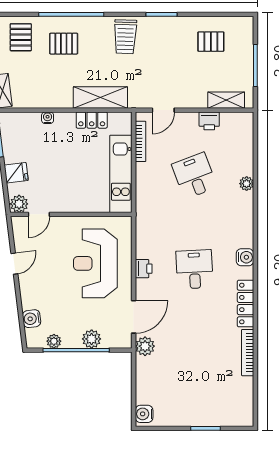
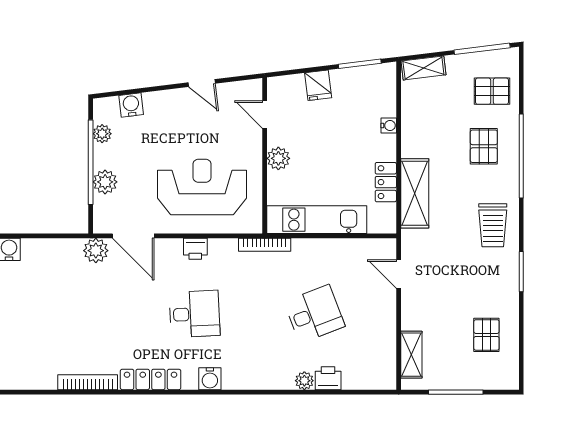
trolley: (125, 37) -> (493, 225), turned -92
printer: (209, 121) -> (328, 378), moved, turned 90
bookcase: (141, 141) -> (265, 245), moved
plant: (19, 204) -> (278, 158), moved

